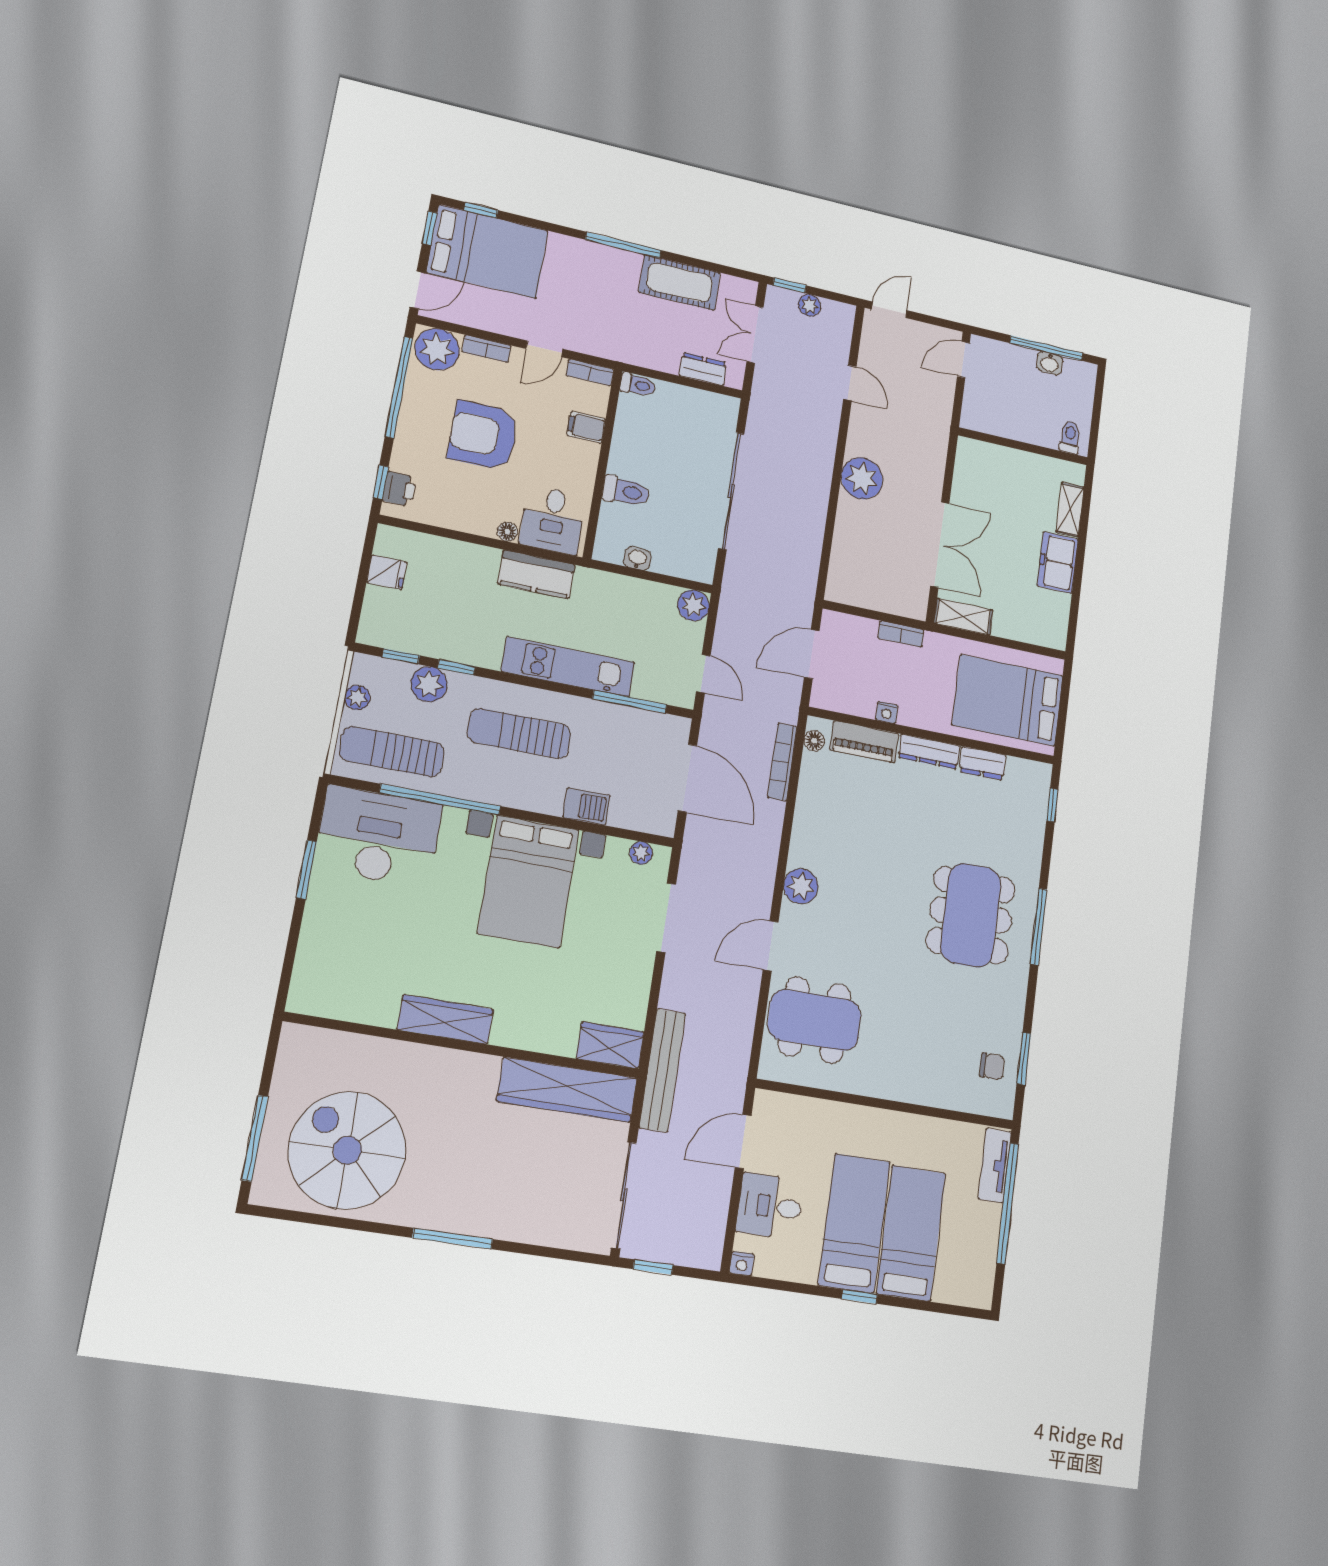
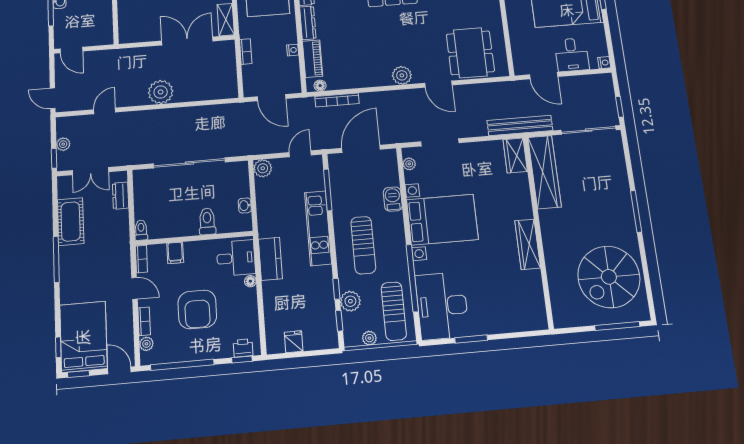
plant: (437, 349) -> (146, 344), width x0.53, depth x0.53

